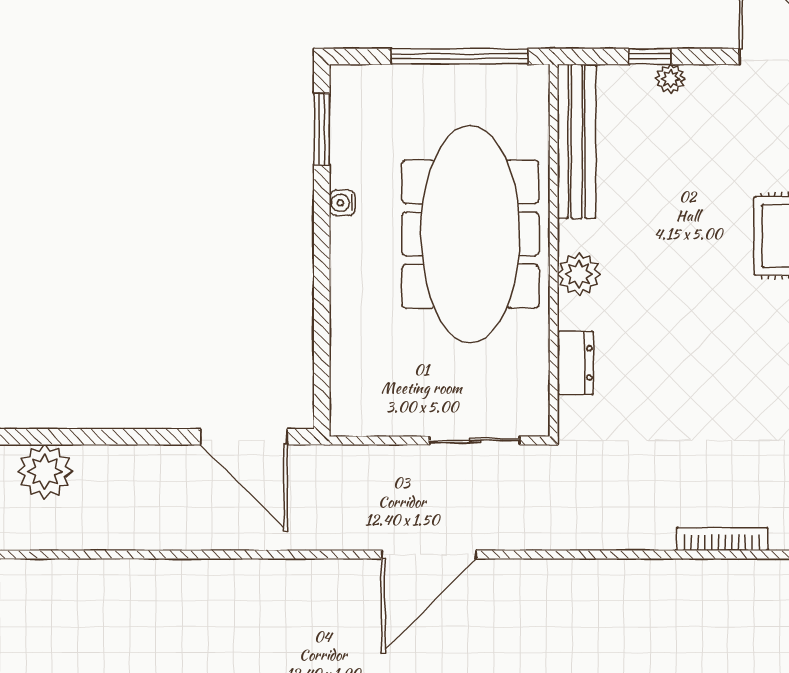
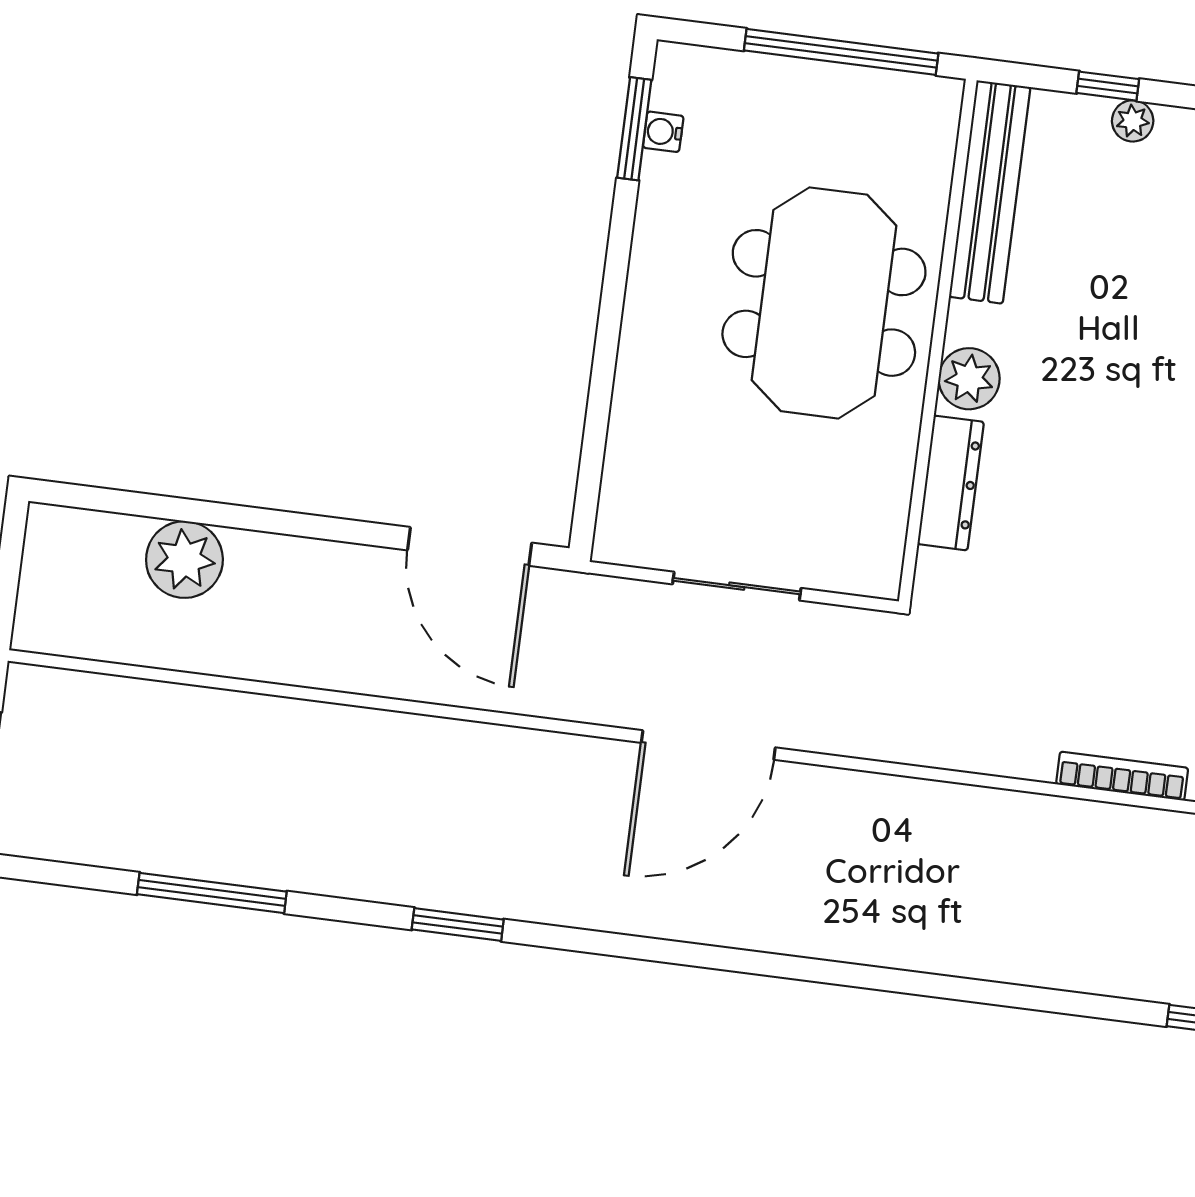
water cooler: (342, 203) -> (663, 132), moved
meeting table: (470, 234) -> (824, 303), width x0.73
dresser: (575, 363) -> (951, 483), width x1.44
sliding door: (475, 440) -> (737, 586), moved

